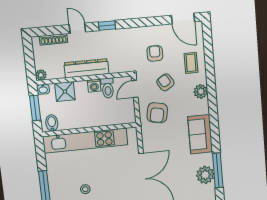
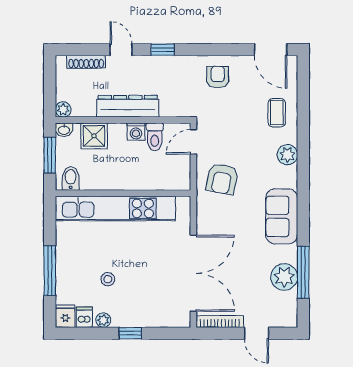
armchair: (155, 53) -> (218, 77), moved
armchair: (165, 82) -> (238, 137), removed

